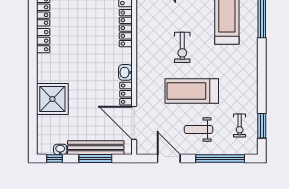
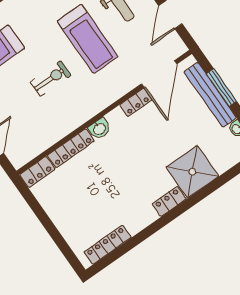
locker: (43, 41) -> (169, 201), moved
washbasin: (125, 72) -> (99, 129), moved

